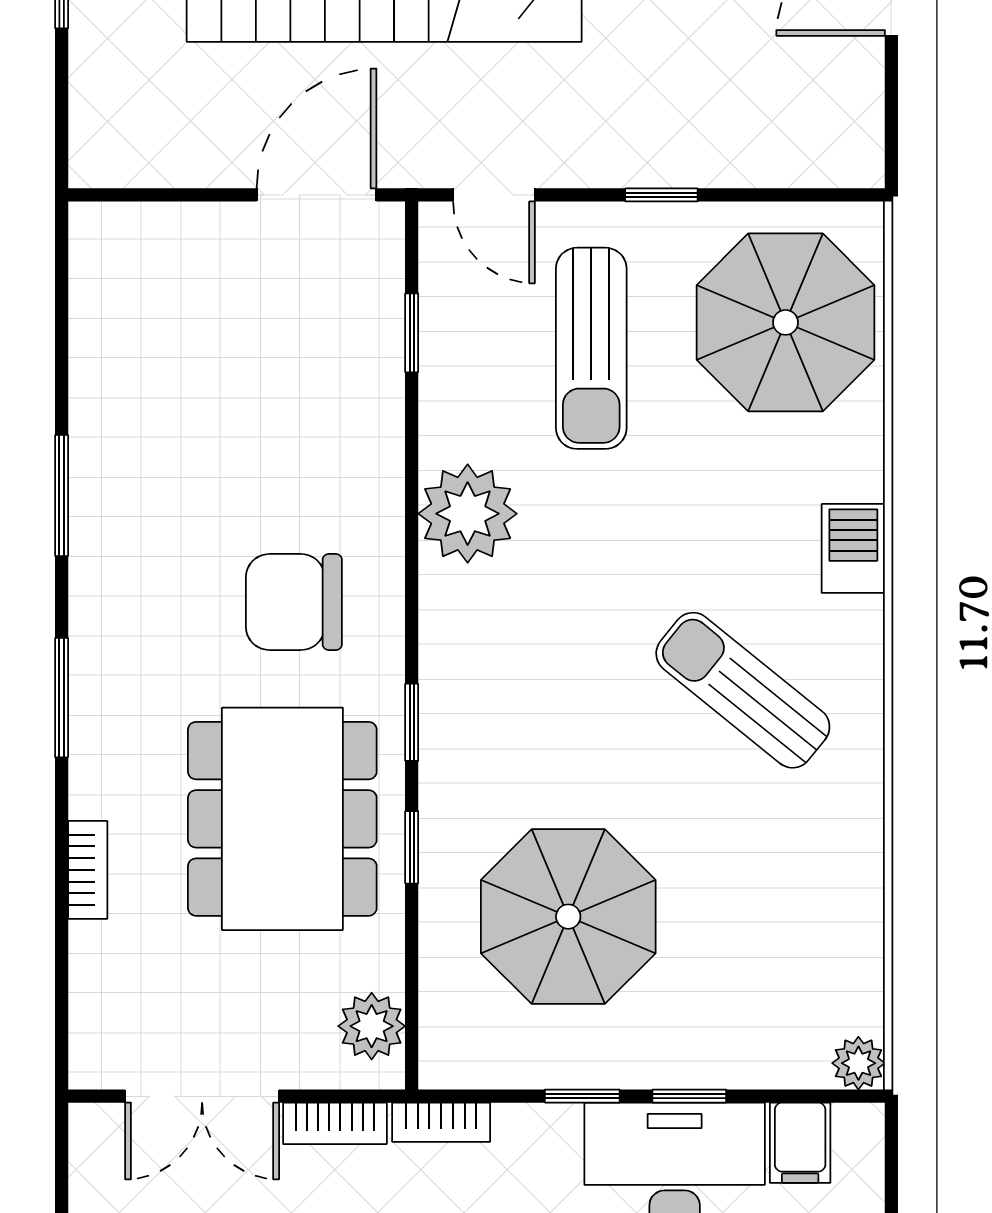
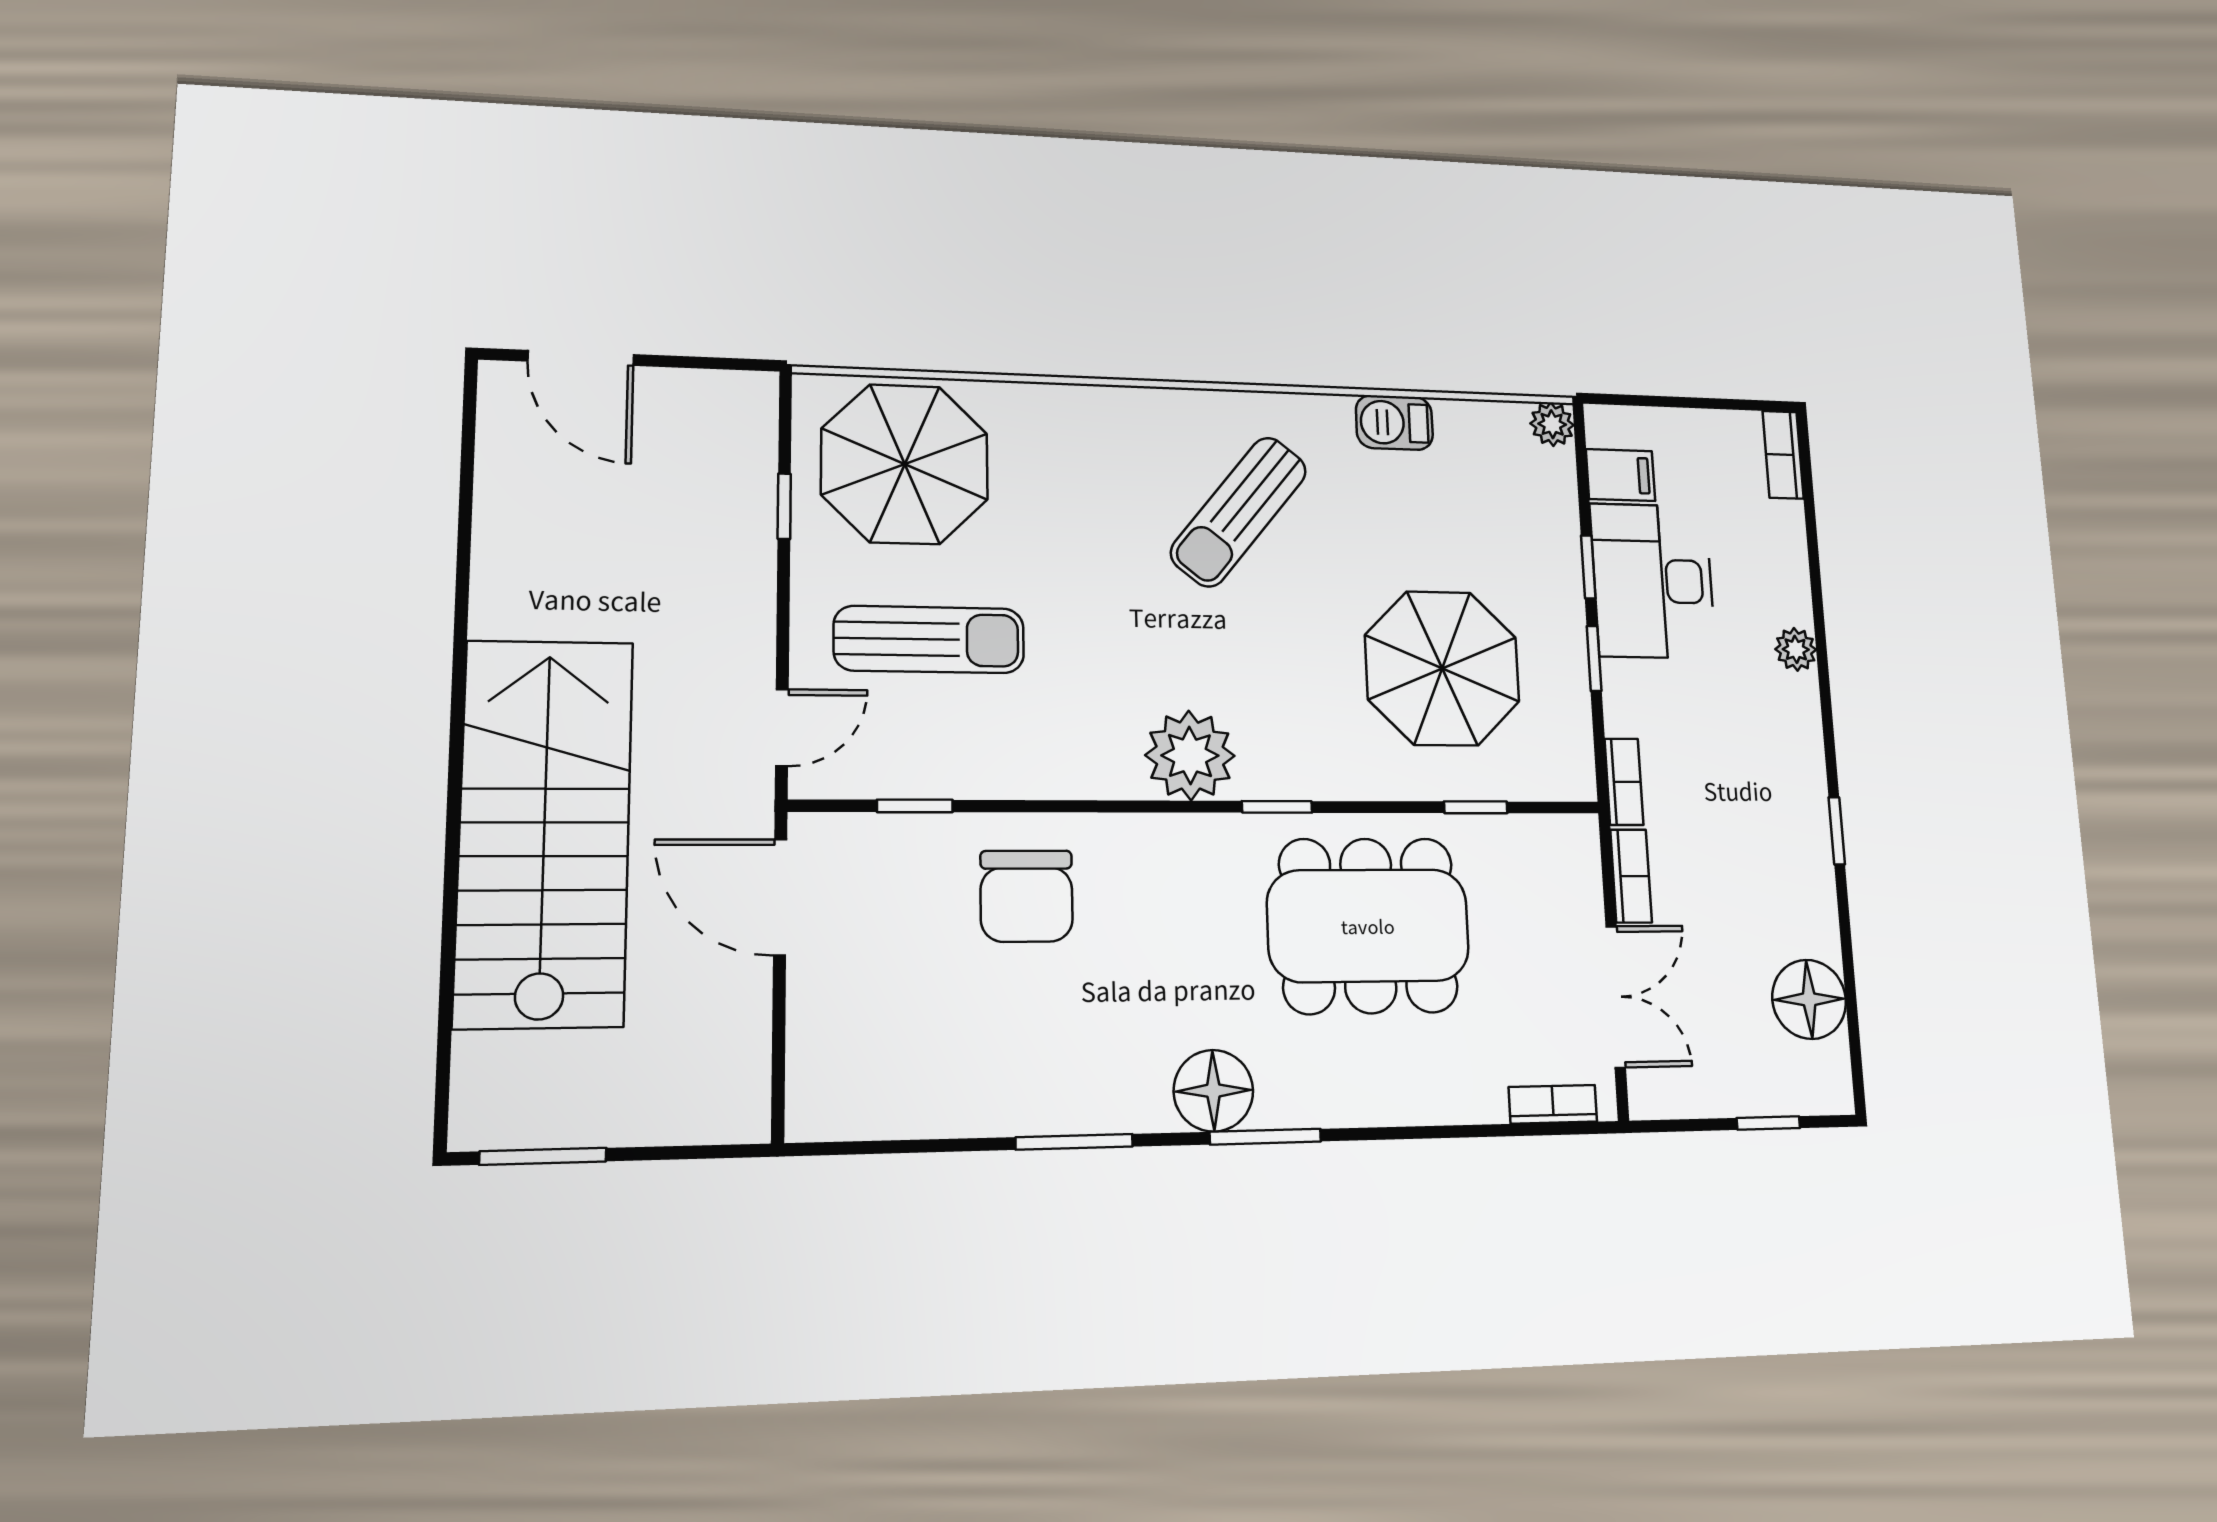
window: (661, 195) -> (784, 506), moved
plant: (468, 514) -> (1190, 755), moved
barbecue: (853, 548) -> (1394, 423), moved
chair: (294, 602) -> (1027, 896), moved
floor lamp: (110, 643) -> (1213, 1091), added
window: (412, 847) -> (1476, 807), moved
bookcase: (88, 870) -> (1553, 1104), moved
plant: (372, 1026) -> (1546, 843), removed

